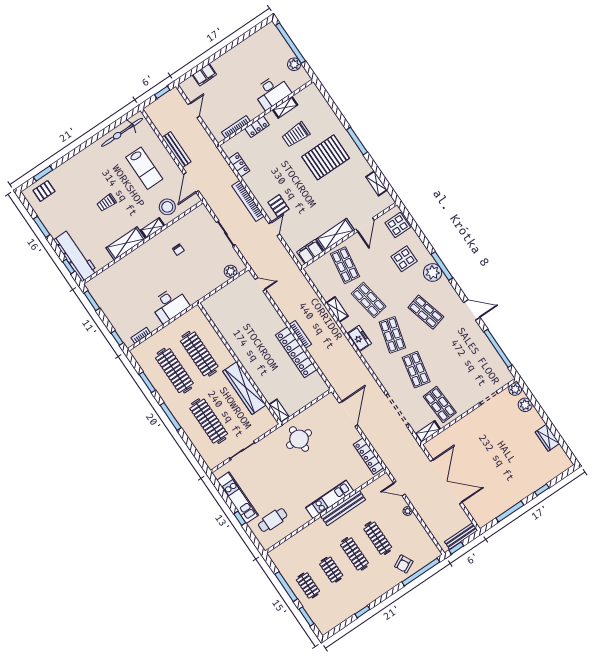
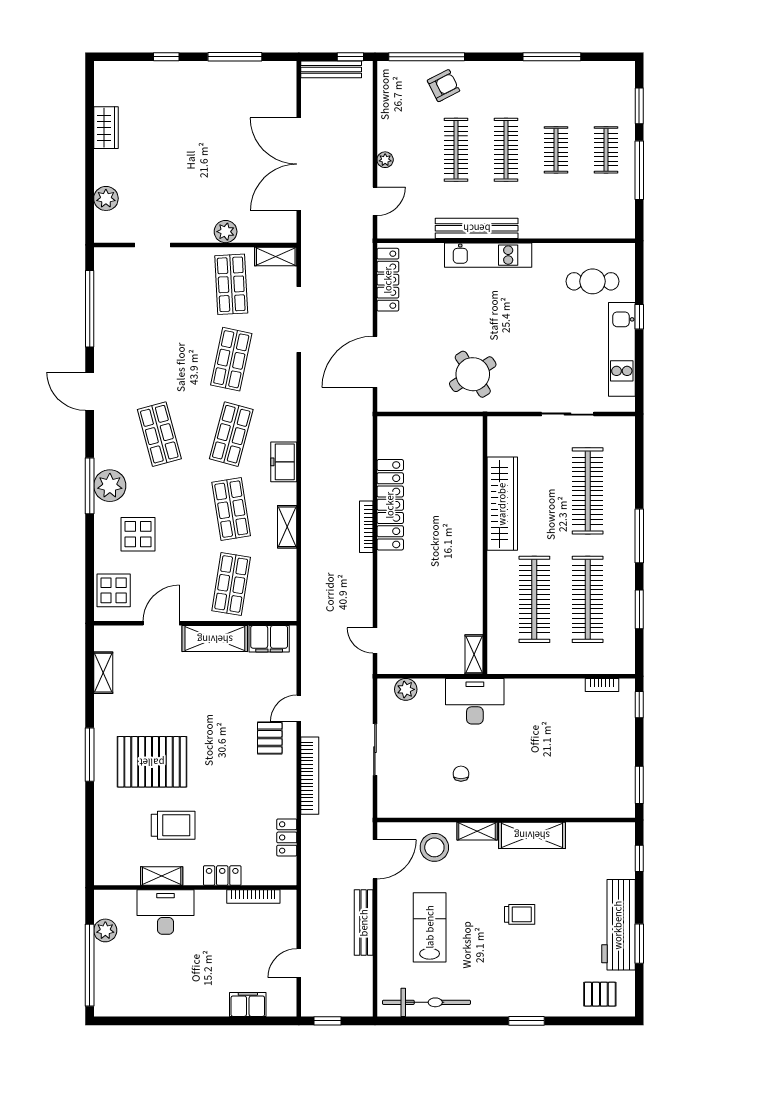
window: (43, 173) -> (527, 1021), moved
workbench: (75, 256) -> (618, 925), moved
desk: (170, 305) -> (475, 701), moved
plant: (515, 389) -> (226, 232), moved
shelving: (279, 411) -> (474, 654), moved
round table: (299, 439) -> (473, 374), turned -33
door: (399, 489) -> (375, 201), hinge flipped
window: (362, 612) -> (552, 57), width x2.17

